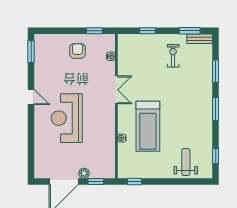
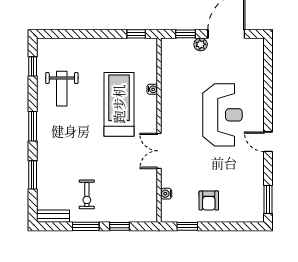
window: (190, 31) -> (86, 226), moved
weight bench: (186, 162) -> (62, 89), moved

